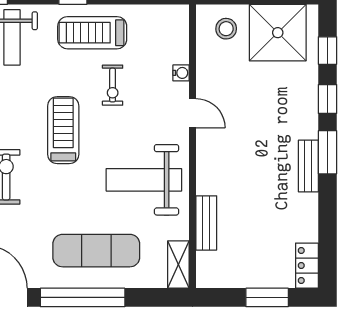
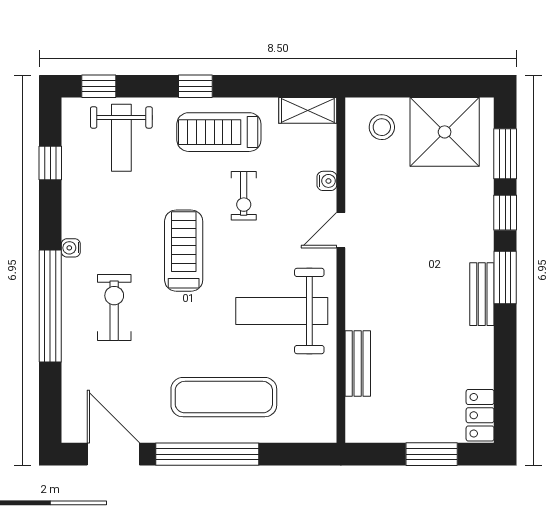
window: (327, 51) -> (505, 154), width x1.50
door: (192, 113) -> (341, 230), swing flipped
shelving: (178, 264) -> (308, 110), moved, turned 90

